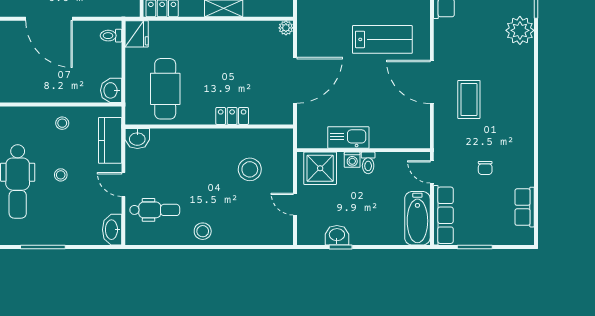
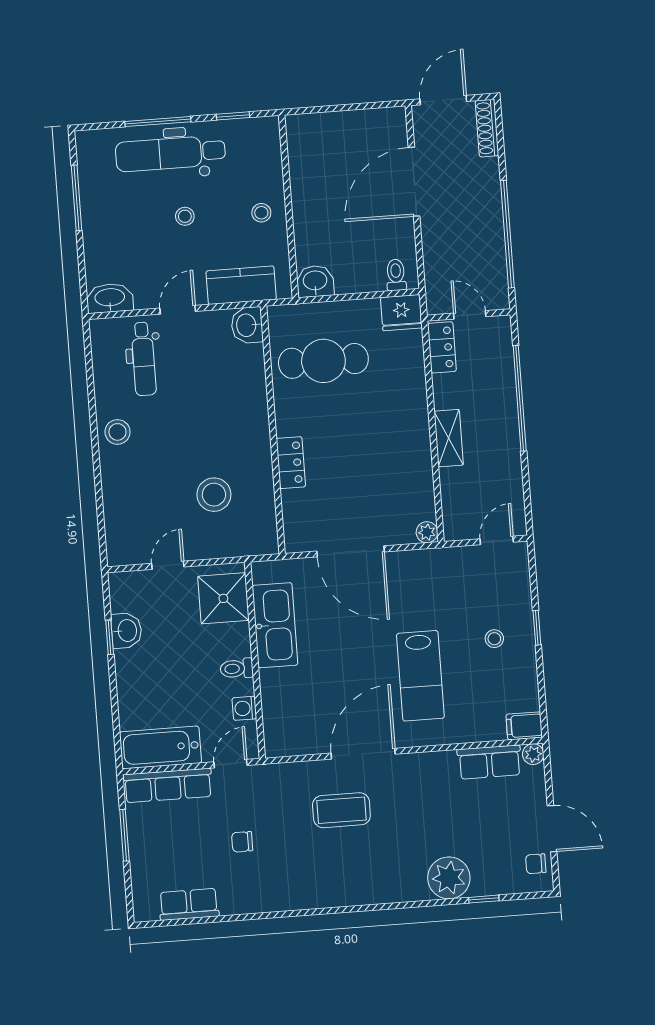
kitchen sink: (348, 138) -> (275, 625), width x1.36, depth x1.24
washing machine: (352, 160) -> (244, 708), moved

